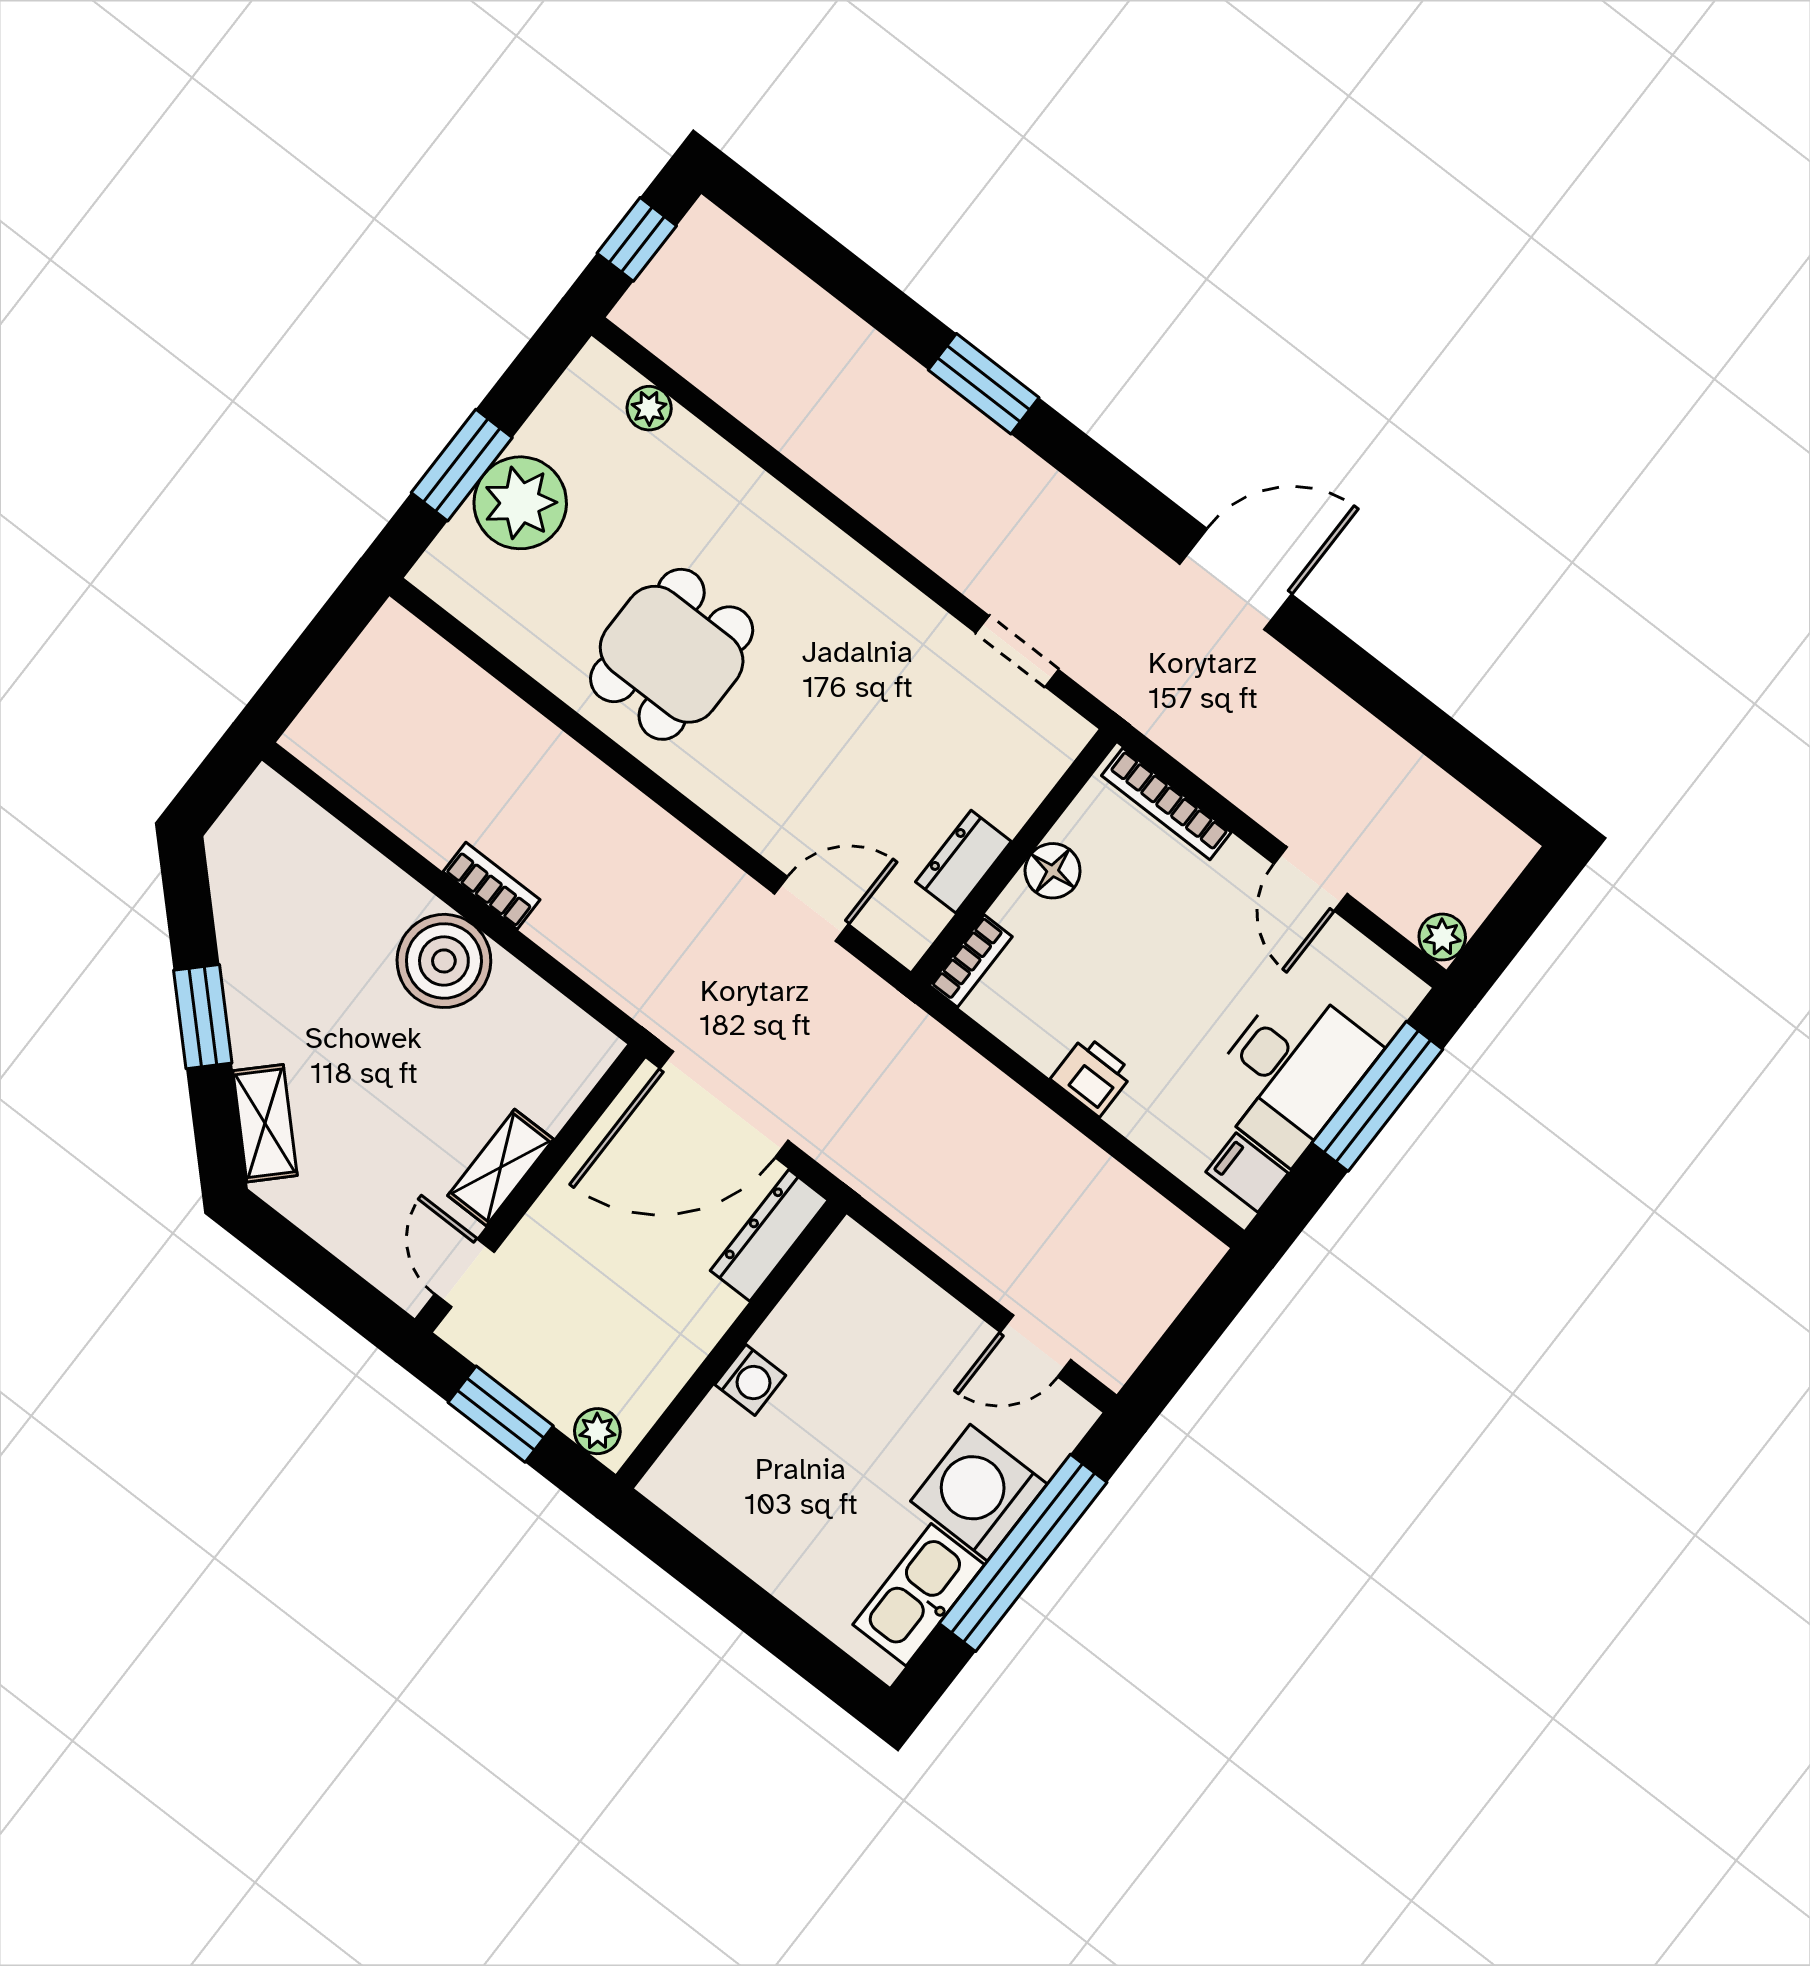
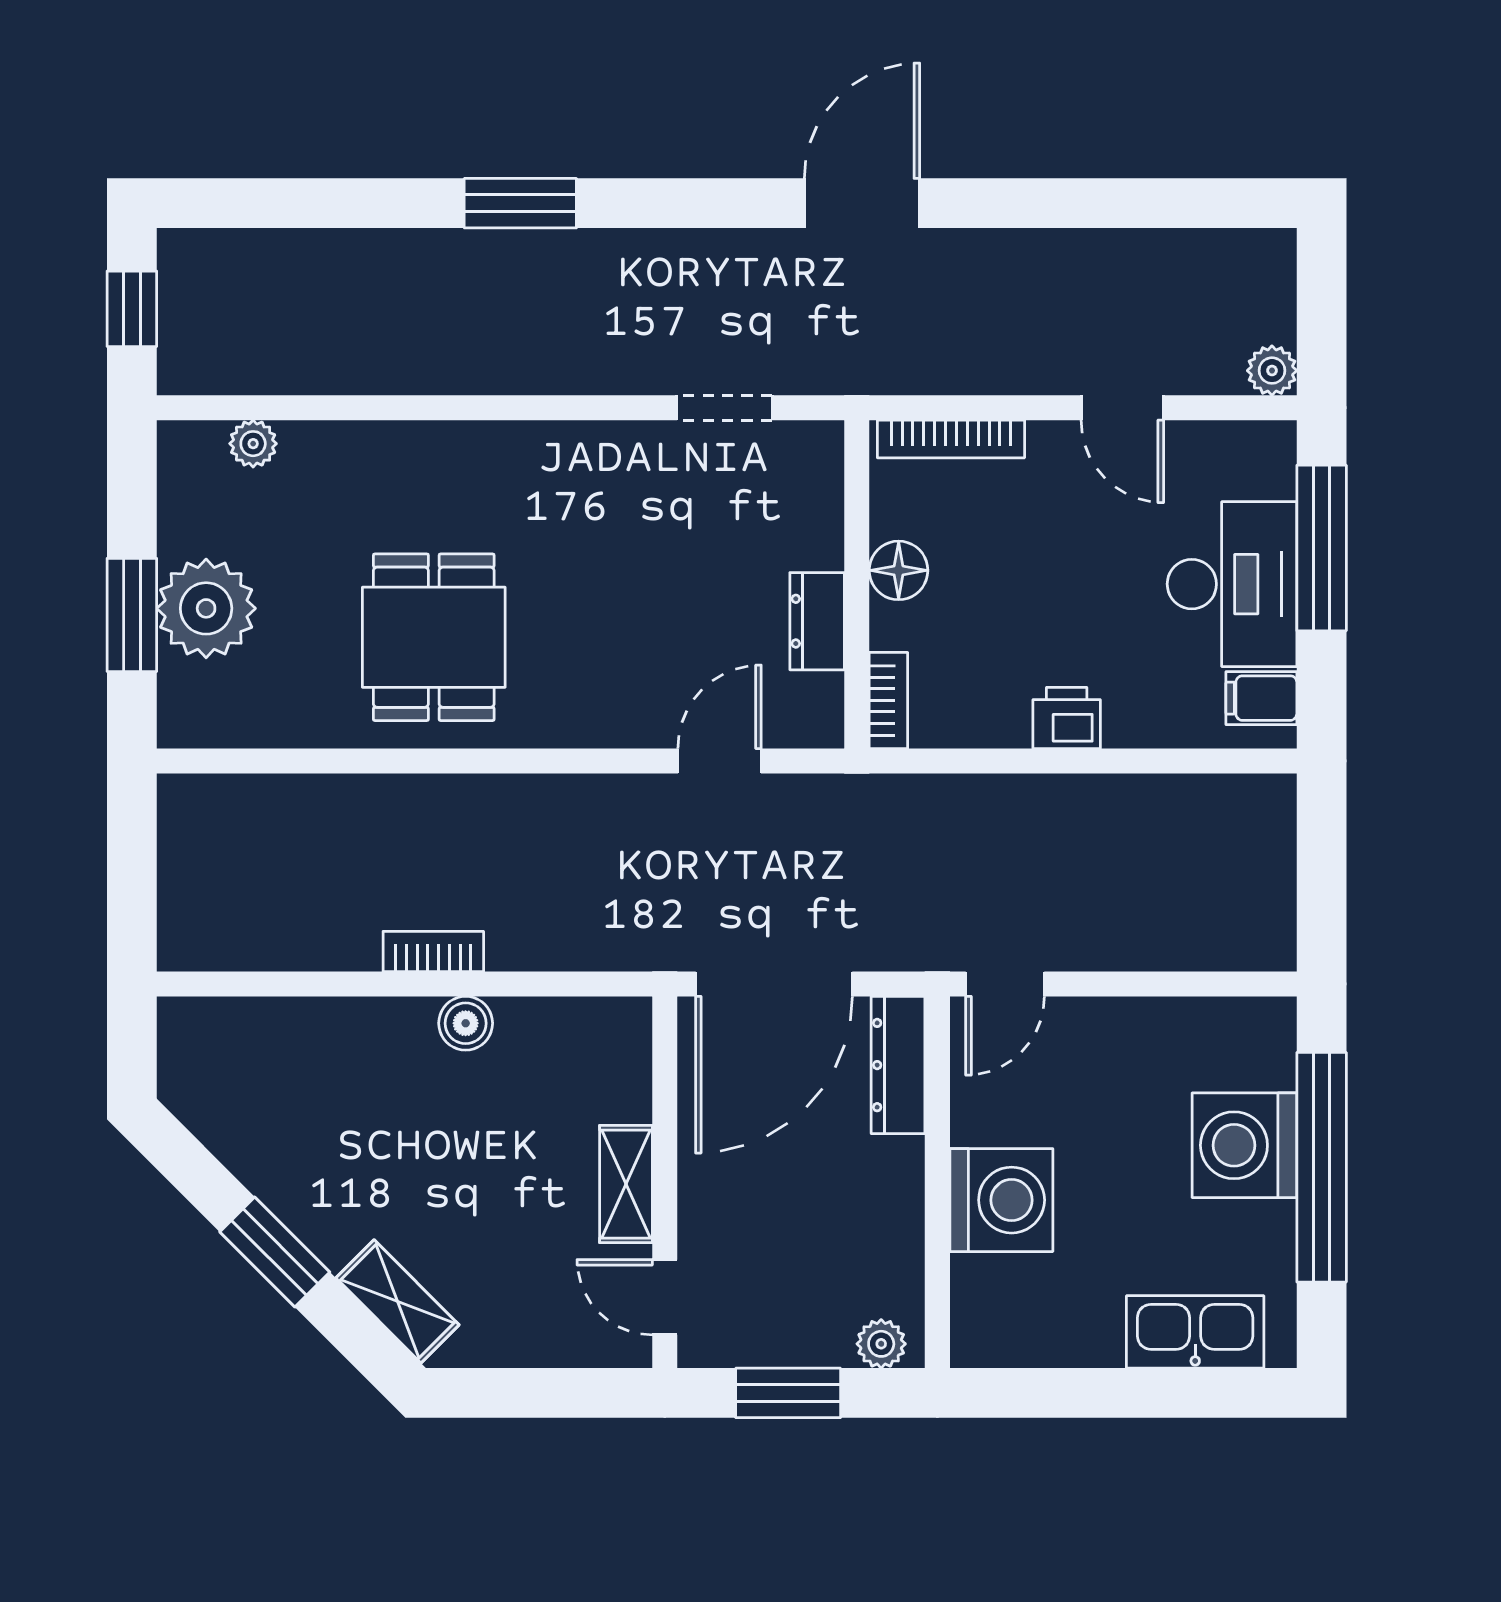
boiler: (444, 961) -> (466, 1023), width x0.54, depth x0.54
door: (1035, 1346) -> (1005, 984), moved
washing machine: (750, 1380) -> (1001, 1200), width x1.89, depth x1.89
kitchen sink: (919, 1595) -> (1195, 1332), moved, turned 90

